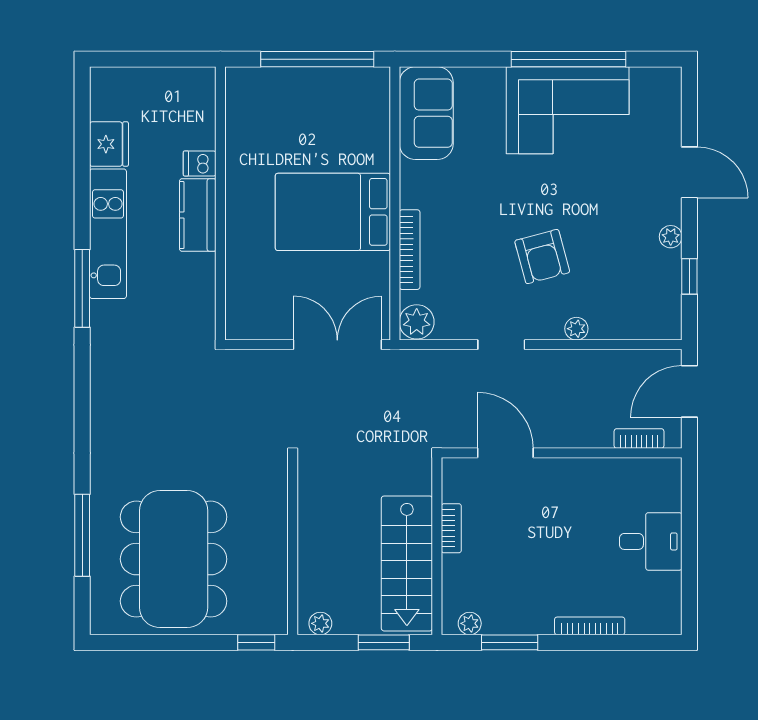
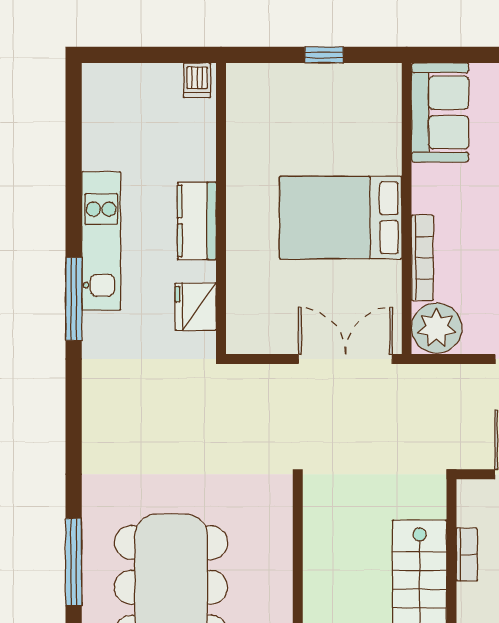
window: (317, 59) -> (324, 55), width x0.32
fridge: (109, 144) -> (196, 307), moved, turned 180
dishwasher: (200, 163) -> (197, 80), moved, turned -90
plant: (417, 322) -> (437, 328), width x1.36, depth x1.36

